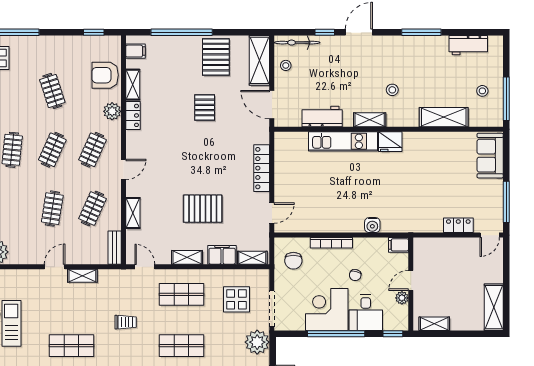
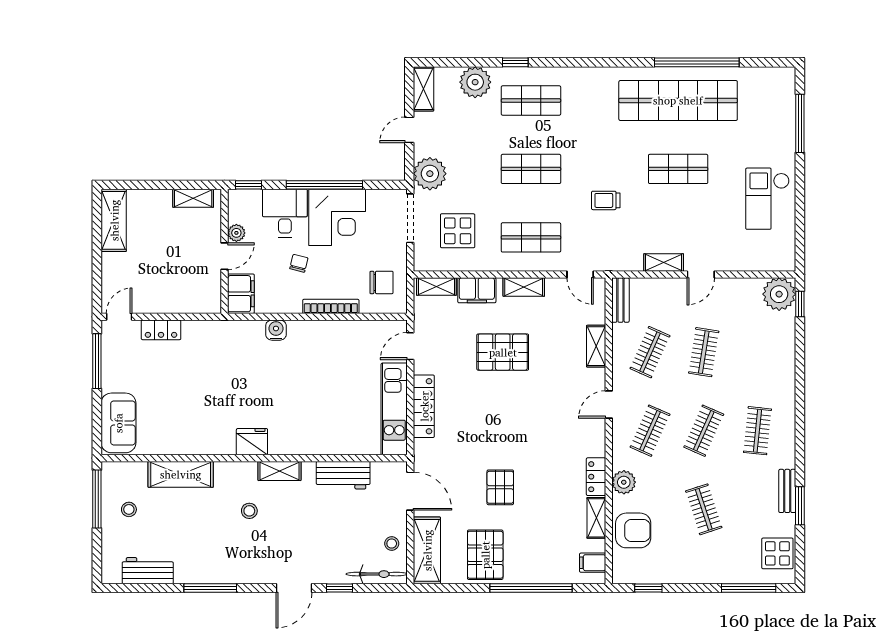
kitchen unit: (343, 141) -> (394, 409), moved, turned -90
filing cabinet: (399, 245) -> (241, 294), width x2.00
chair: (293, 261) -> (382, 282), turned 90

